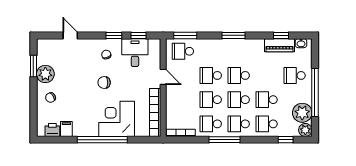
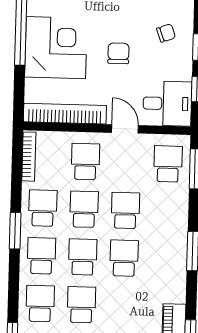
desk: (135, 53) -> (167, 104), moved
door: (163, 77) -> (125, 129), swing flipped
chair: (104, 83) -> (118, 53), moved
school desk: (183, 100) -> (85, 162), added
window: (224, 140) -> (15, 231), width x0.69

